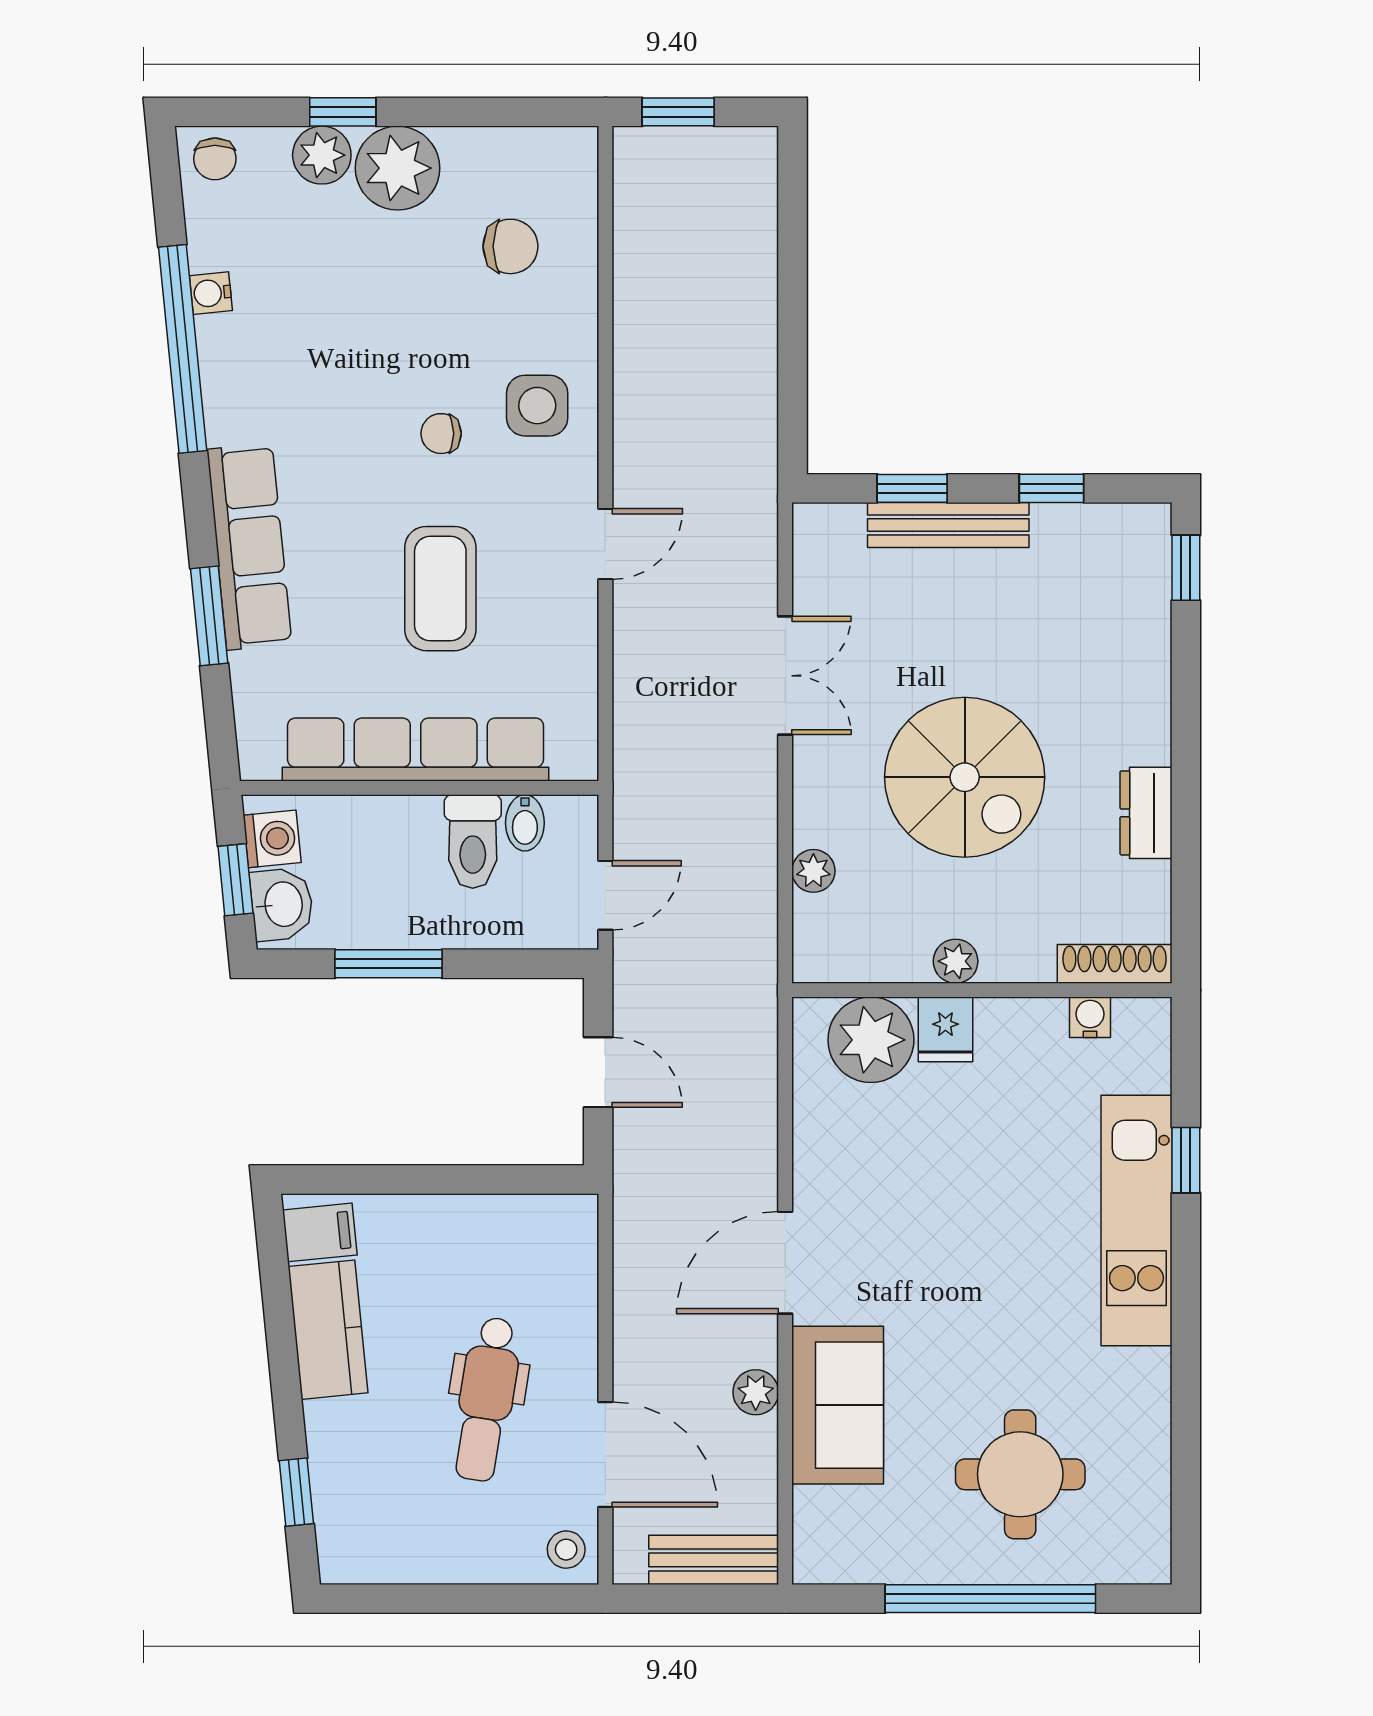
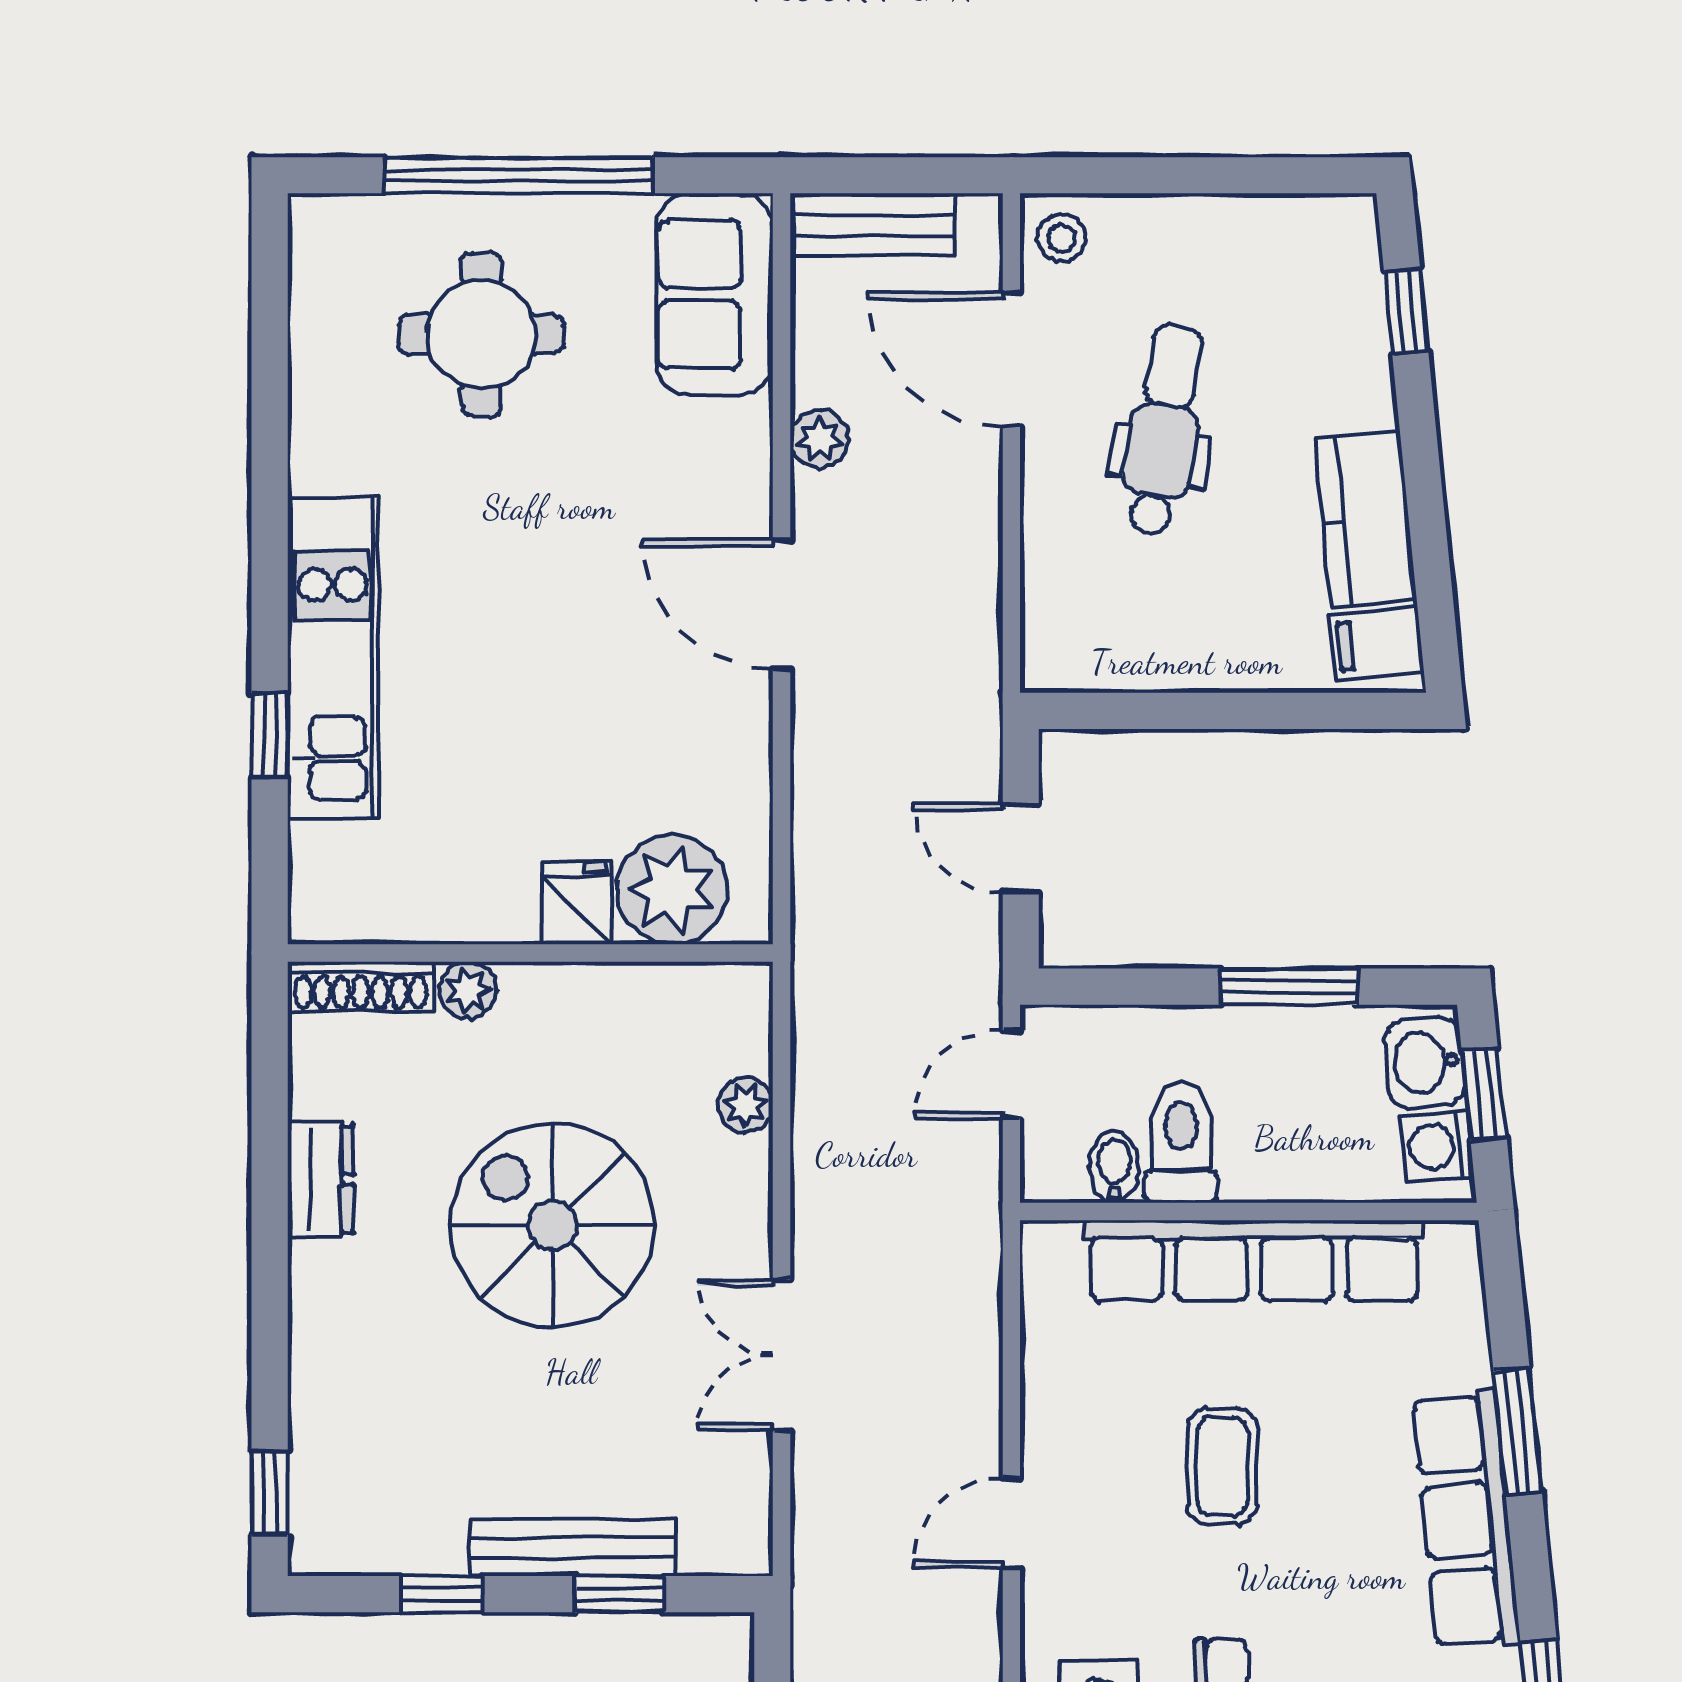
coffee table: (440, 589) -> (1222, 1466), width x0.73, depth x0.77
plant: (956, 961) -> (468, 990), moved
water cooler: (1090, 1017) -> (392, 918), removed
door: (785, 1263) -> (782, 605), swing flipped
sofa: (838, 1405) -> (715, 294), moved

